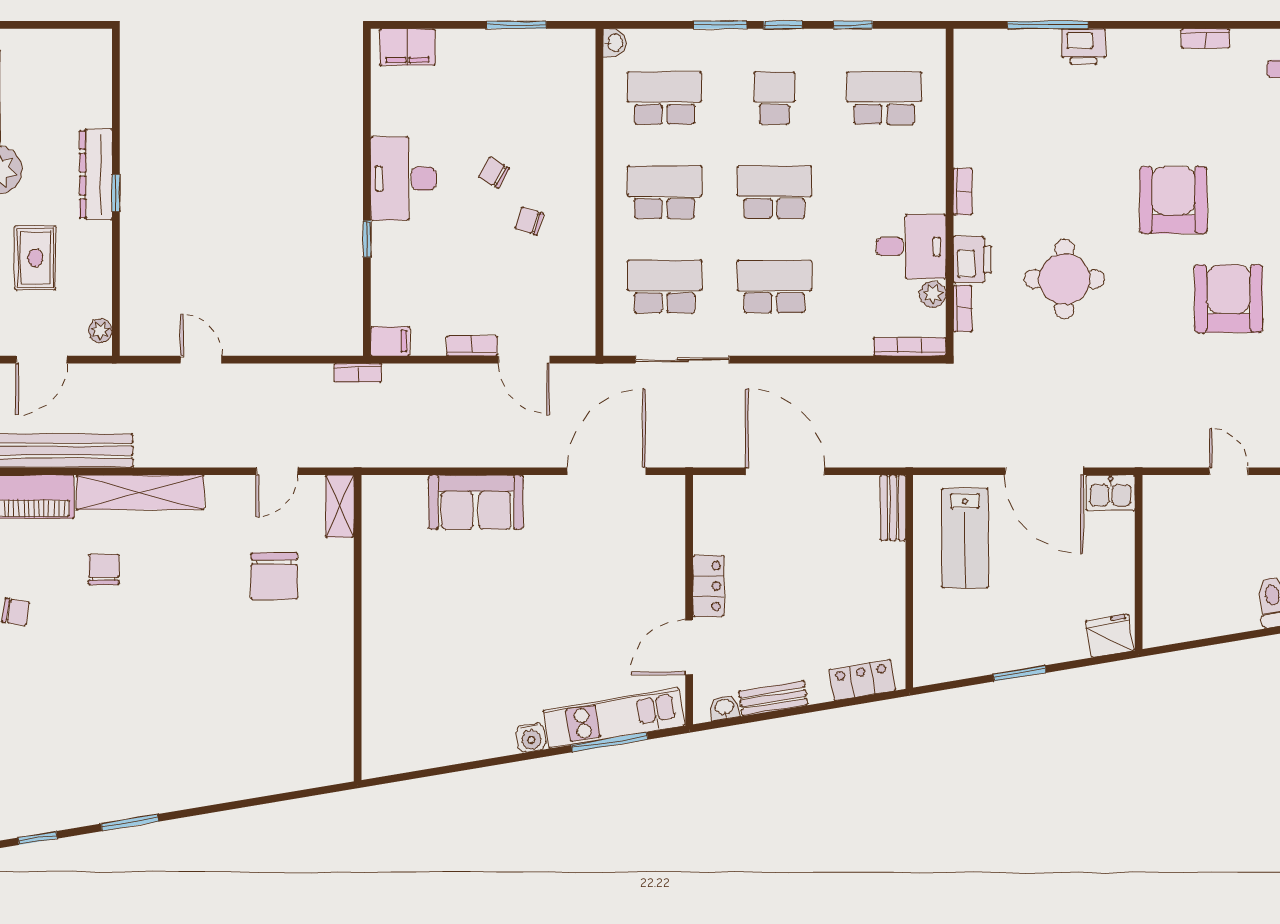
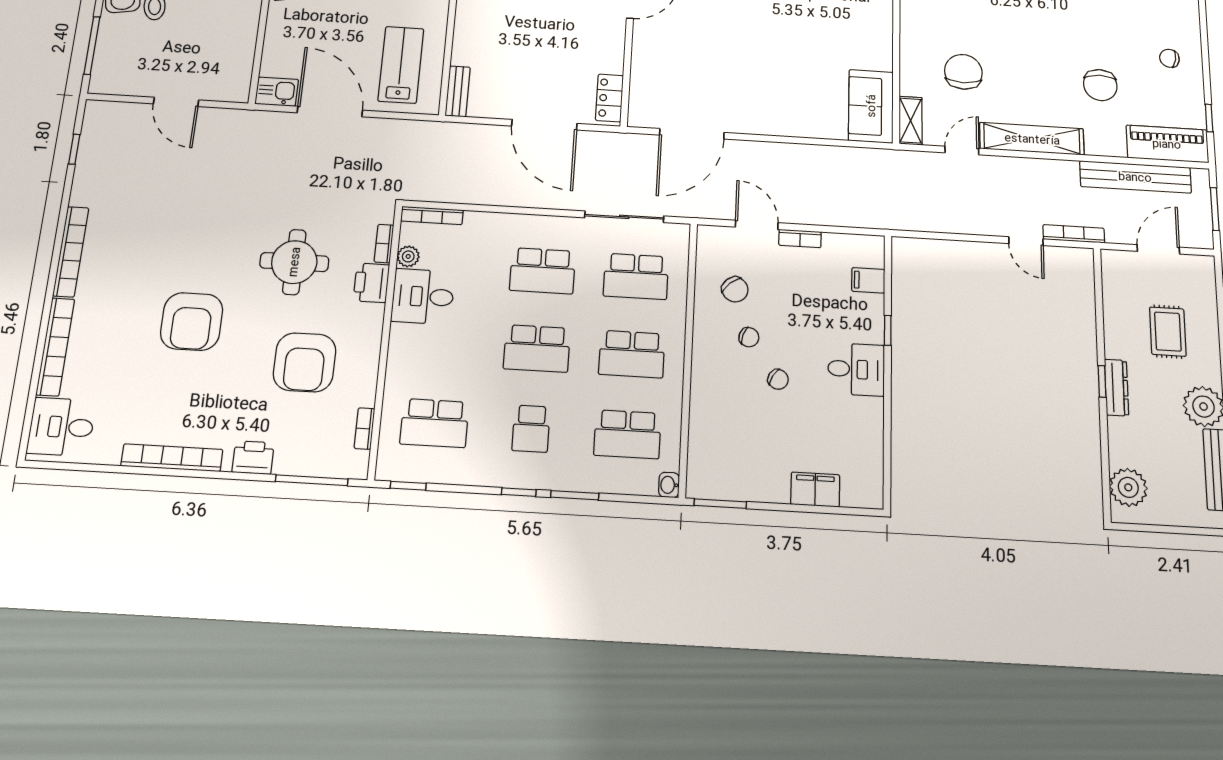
window: (517, 25) -> (720, 504), moved
window: (853, 25) -> (408, 486), moved
window: (1048, 25) -> (312, 480), moved
bookcase: (1205, 38) -> (172, 458), width x2.31, depth x1.31
filing cabinet: (407, 47) -> (815, 490), moved
dresser: (96, 174) -> (1116, 388), width x0.73, depth x0.80
desk: (403, 179) -> (856, 369), width x0.73
bookcase: (963, 192) -> (364, 429), moved
chair: (547, 278) -> (735, 289), added
armchair: (1229, 299) -> (305, 362), moved
plant: (100, 331) -> (1128, 487), moved, width x1.88, depth x1.88
filing cabinet: (390, 341) -> (868, 280), moved
bookcase: (358, 373) -> (1074, 234), moved, width x1.56
door: (1229, 471) -> (176, 102), width x1.38
shelving: (140, 492) -> (1032, 139), moved
sofa: (476, 502) -> (871, 106), moved, turned -90
chair: (104, 570) -> (1100, 85), width x1.37, depth x1.37
locker: (708, 586) -> (610, 98), moved

